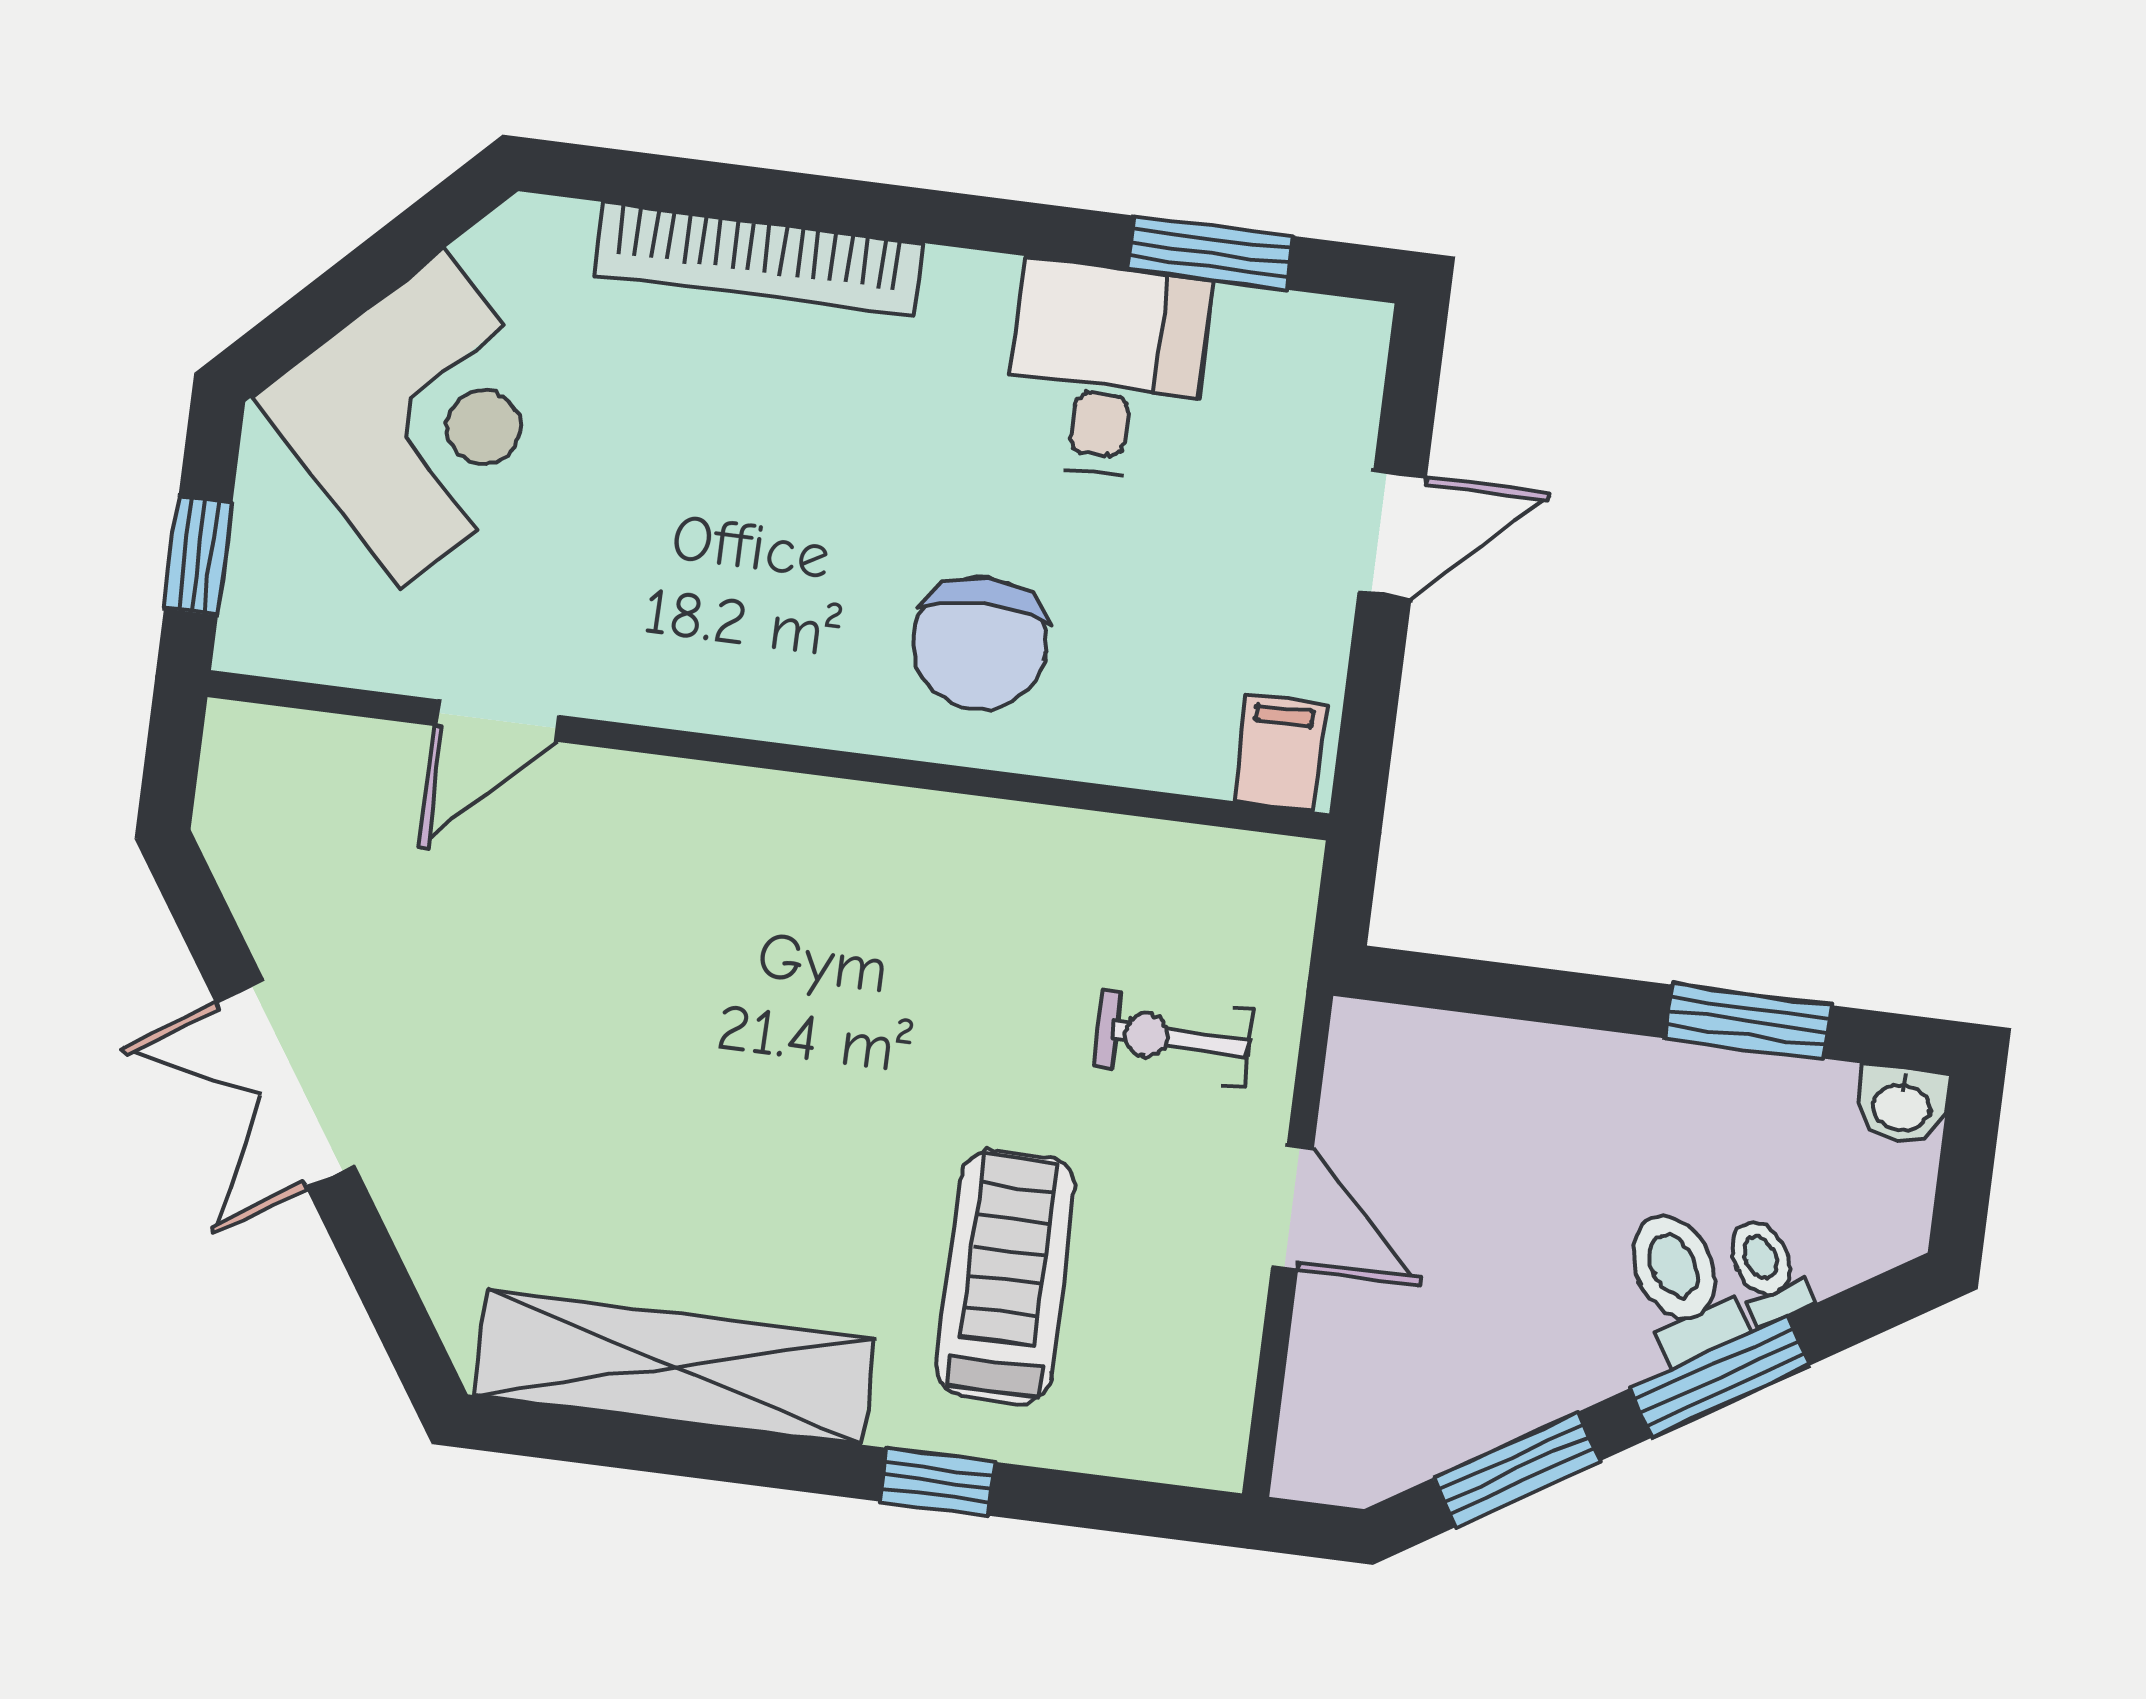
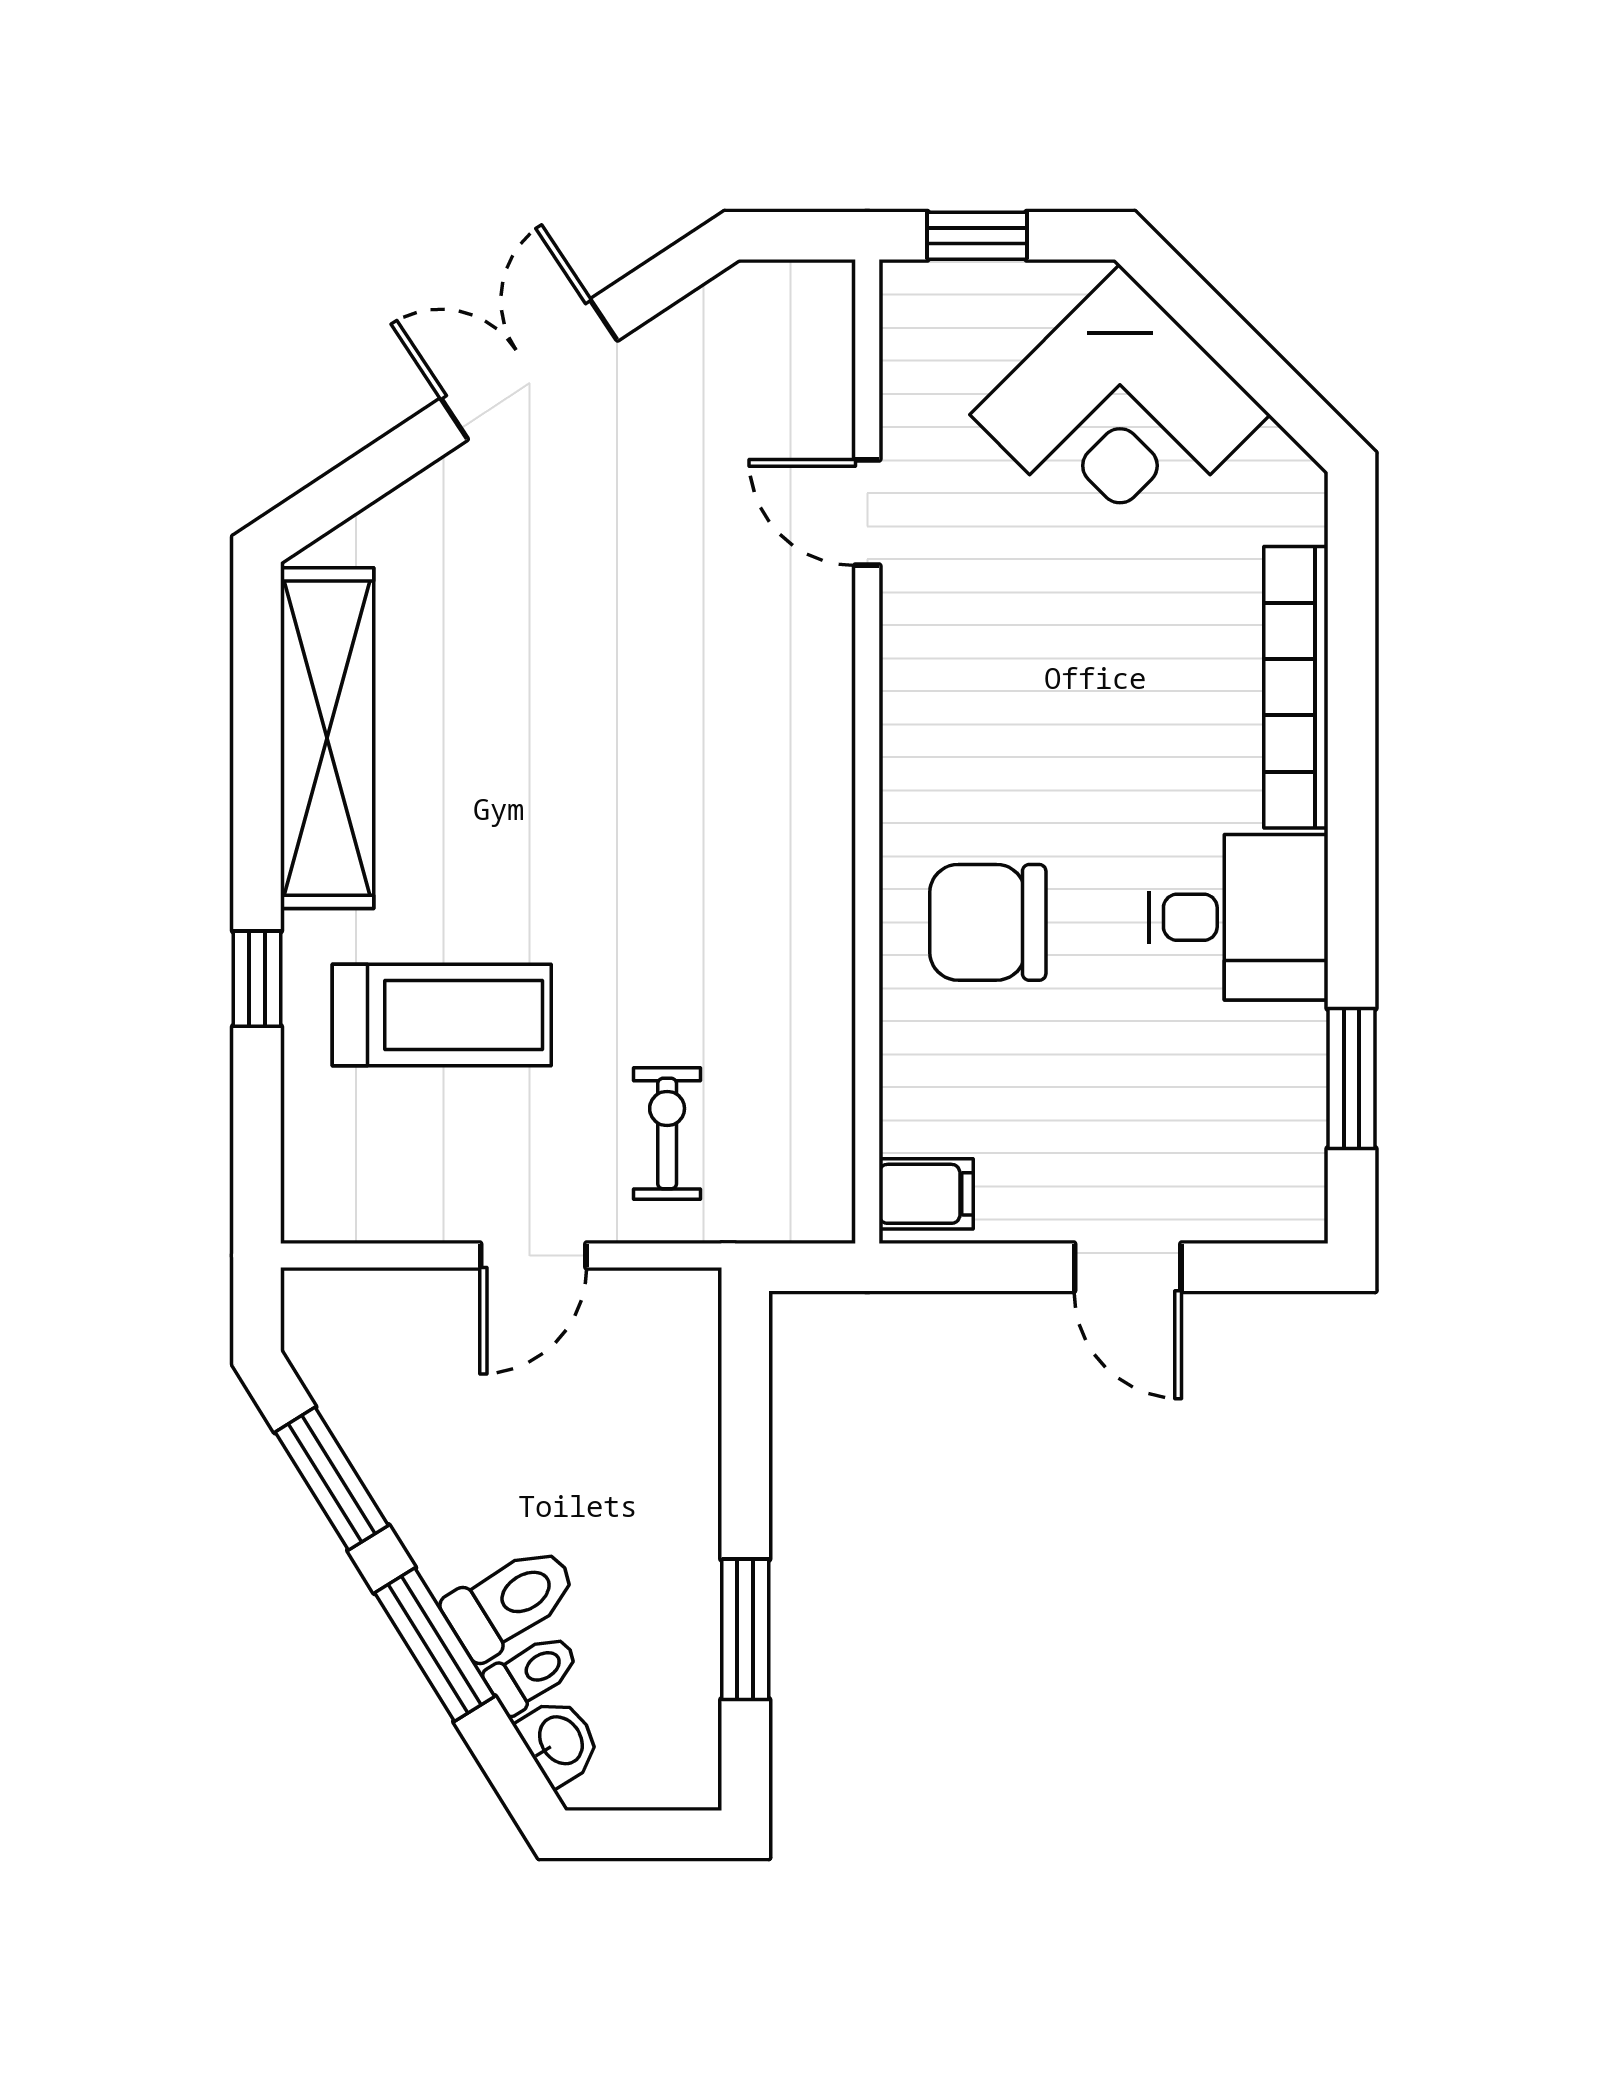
desk: (1106, 370) -> (1239, 917), moved
washbasin: (1902, 1105) -> (559, 1741), moved, turned 148

